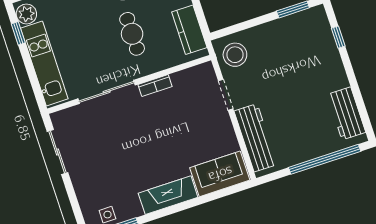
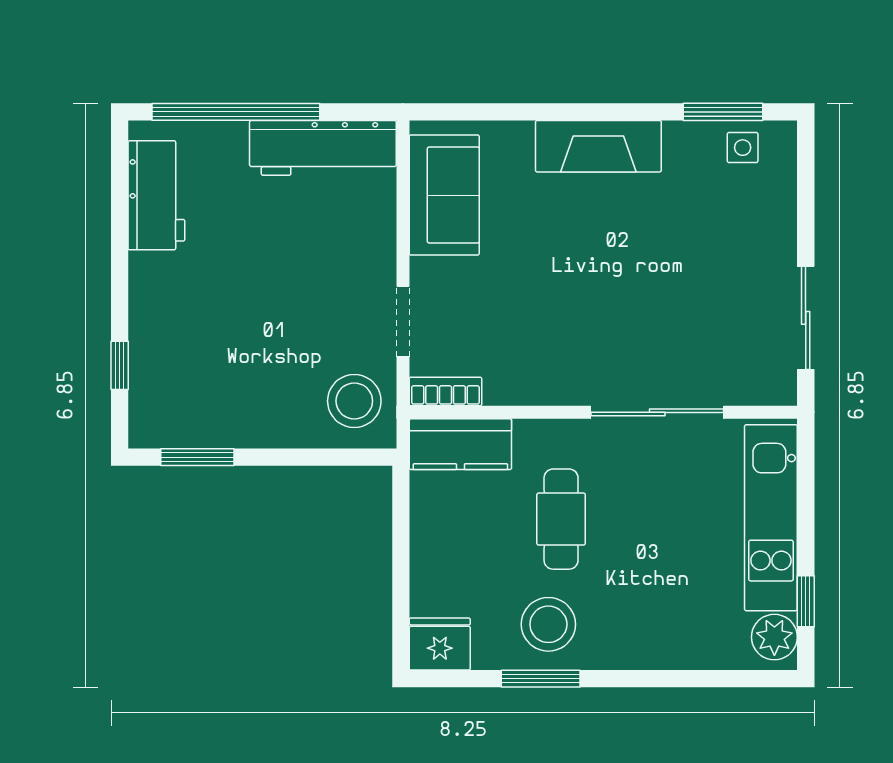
kitchen counter: (189, 30) -> (460, 444), moved, turned 90
bookcase: (155, 86) -> (445, 391), moved
workbench: (256, 138) -> (323, 148), moved, turned -90
sofa: (220, 174) -> (444, 195), moved, turned -90

